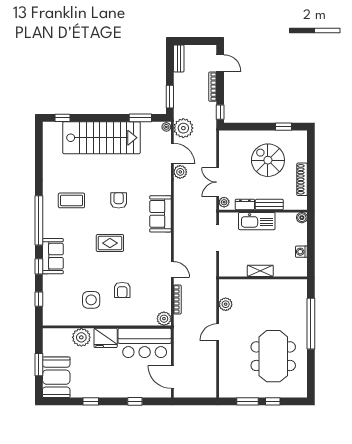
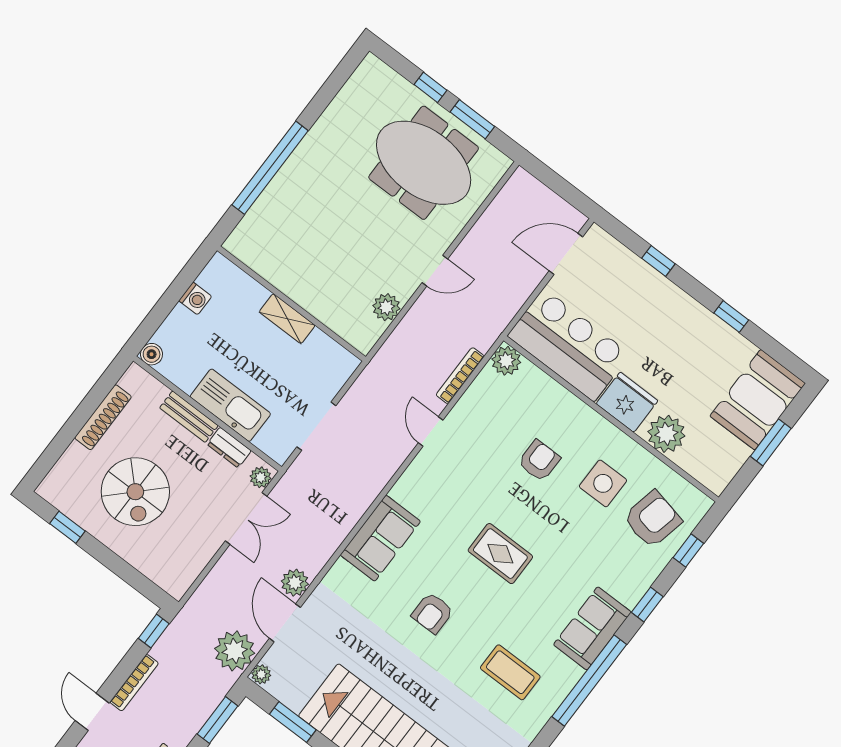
sofa: (53, 256) -> (592, 628), moved
armchair: (62, 301) -> (652, 519), added
meeting table: (273, 356) -> (424, 163), moved, turned 90
door: (172, 377) -> (566, 254), swing flipped

